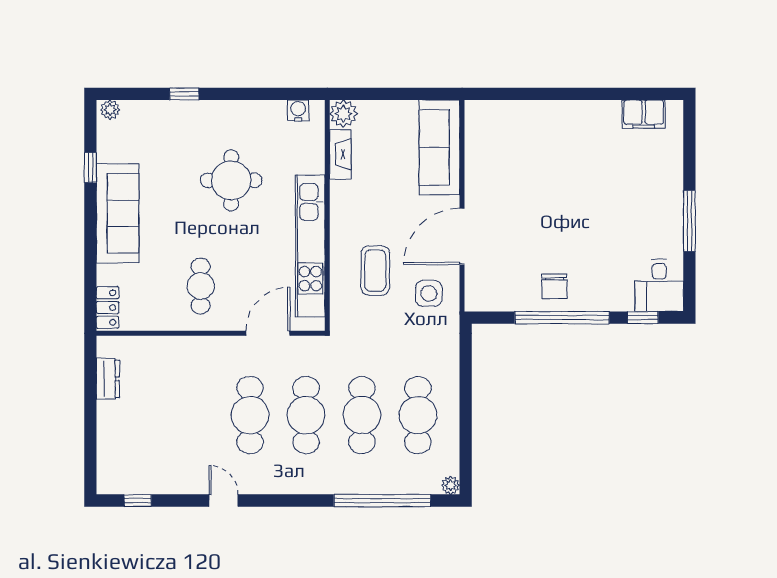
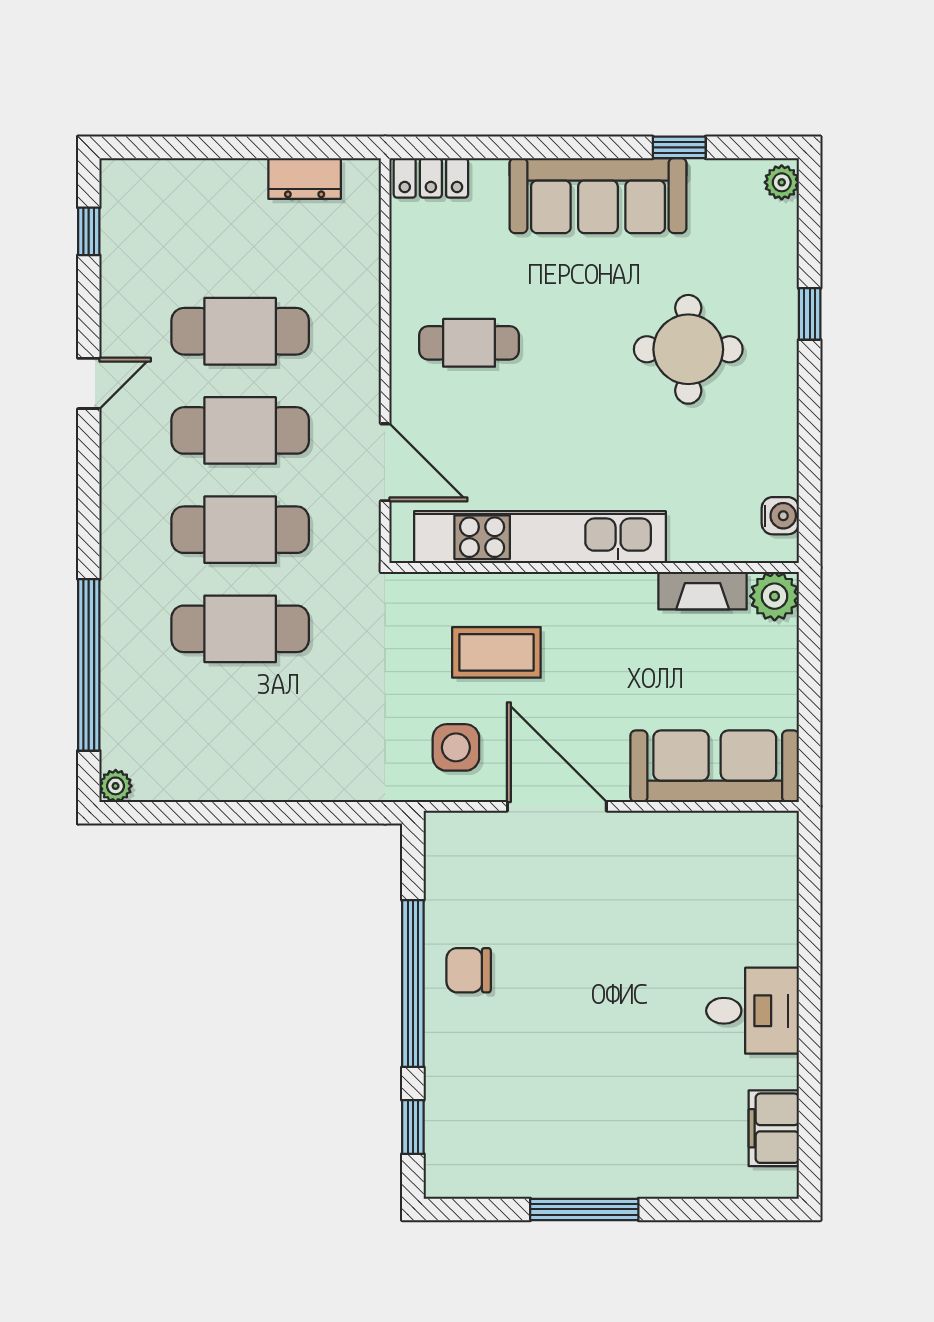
round table: (231, 180) -> (688, 349), moved
desk: (659, 285) -> (753, 1011), moved, turned 180
cafe table: (418, 415) -> (240, 331), moved

